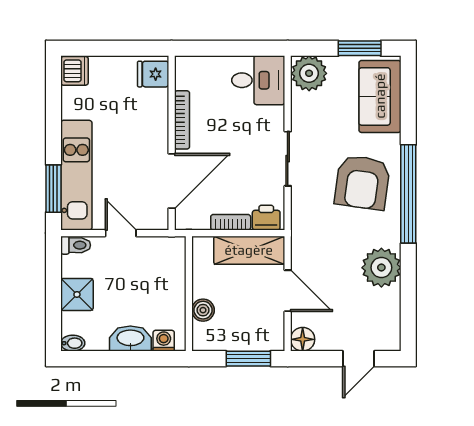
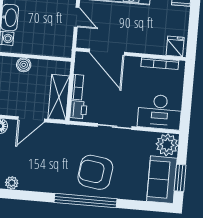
desk: (258, 80) -> (160, 112), width x1.37
sofa: (380, 96) -> (162, 180), moved, turned -90
bookcase: (182, 120) -> (160, 63), moved
door: (121, 233) -> (77, 17), hinge flipped
plant: (381, 268) -> (12, 183), moved, width x0.53, depth x0.53

